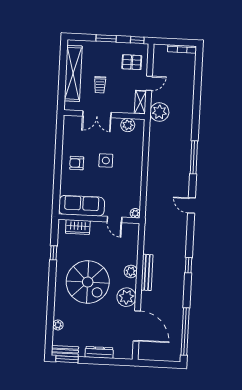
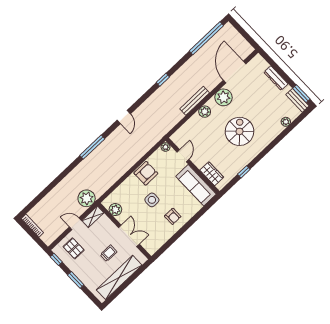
armchair: (131, 177) -> (146, 173), added
spiral stairs: (88, 282) -> (240, 131), width x0.73, depth x0.73

